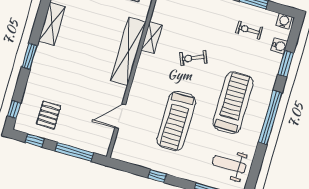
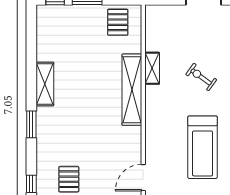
exercise bike: (193, 58) -> (201, 77), turned 58
door: (120, 116) -> (143, 178), moved

